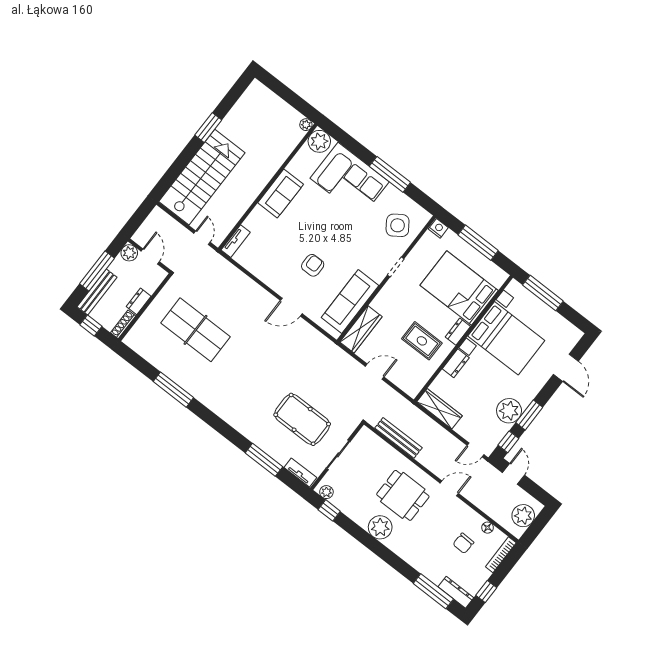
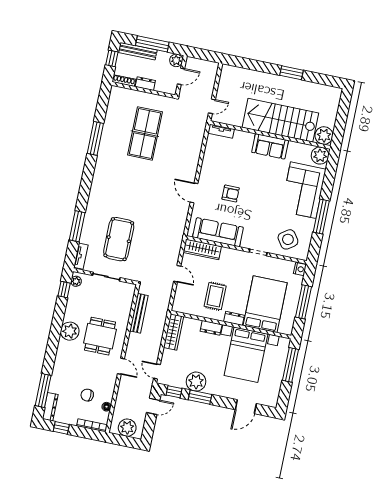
plant: (306, 125) -> (324, 135), width x1.88, depth x1.88
stairs: (202, 177) -> (280, 120), moved, turned 180

